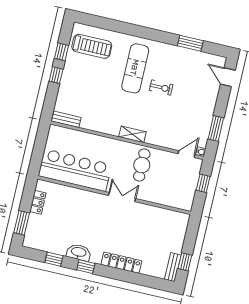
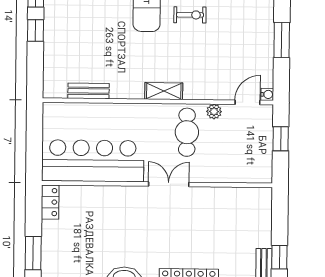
bench: (66, 119) -> (89, 91), moved
window: (216, 128) -> (282, 40), moved
plant: (163, 155) -> (214, 111), added
locker: (38, 202) -> (50, 202), moved

